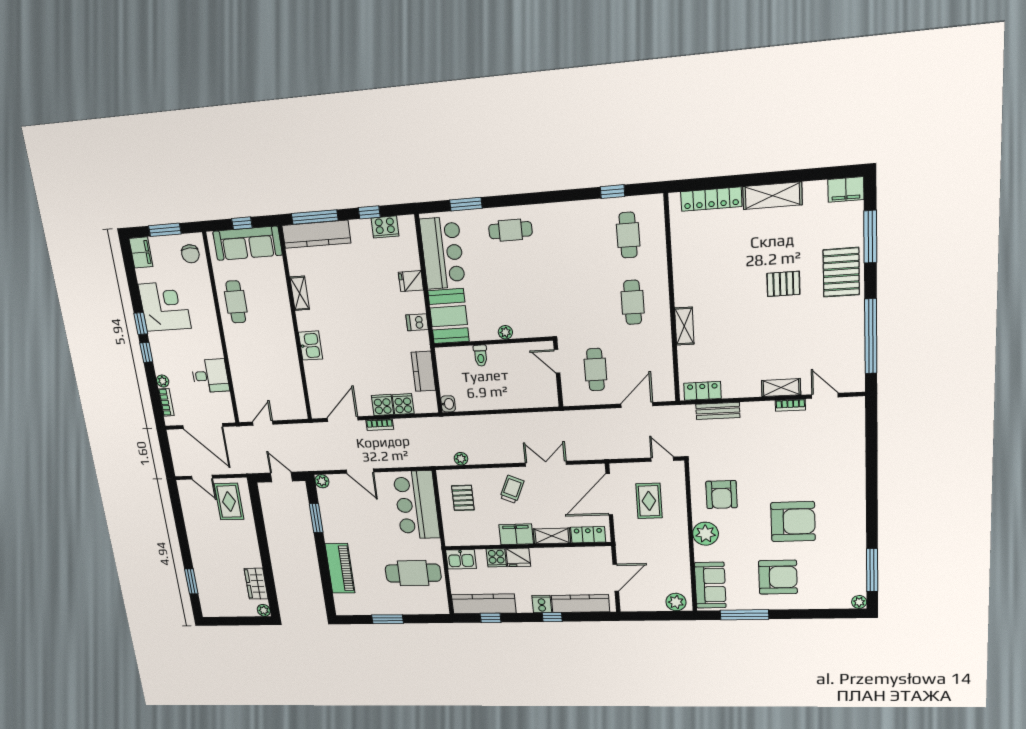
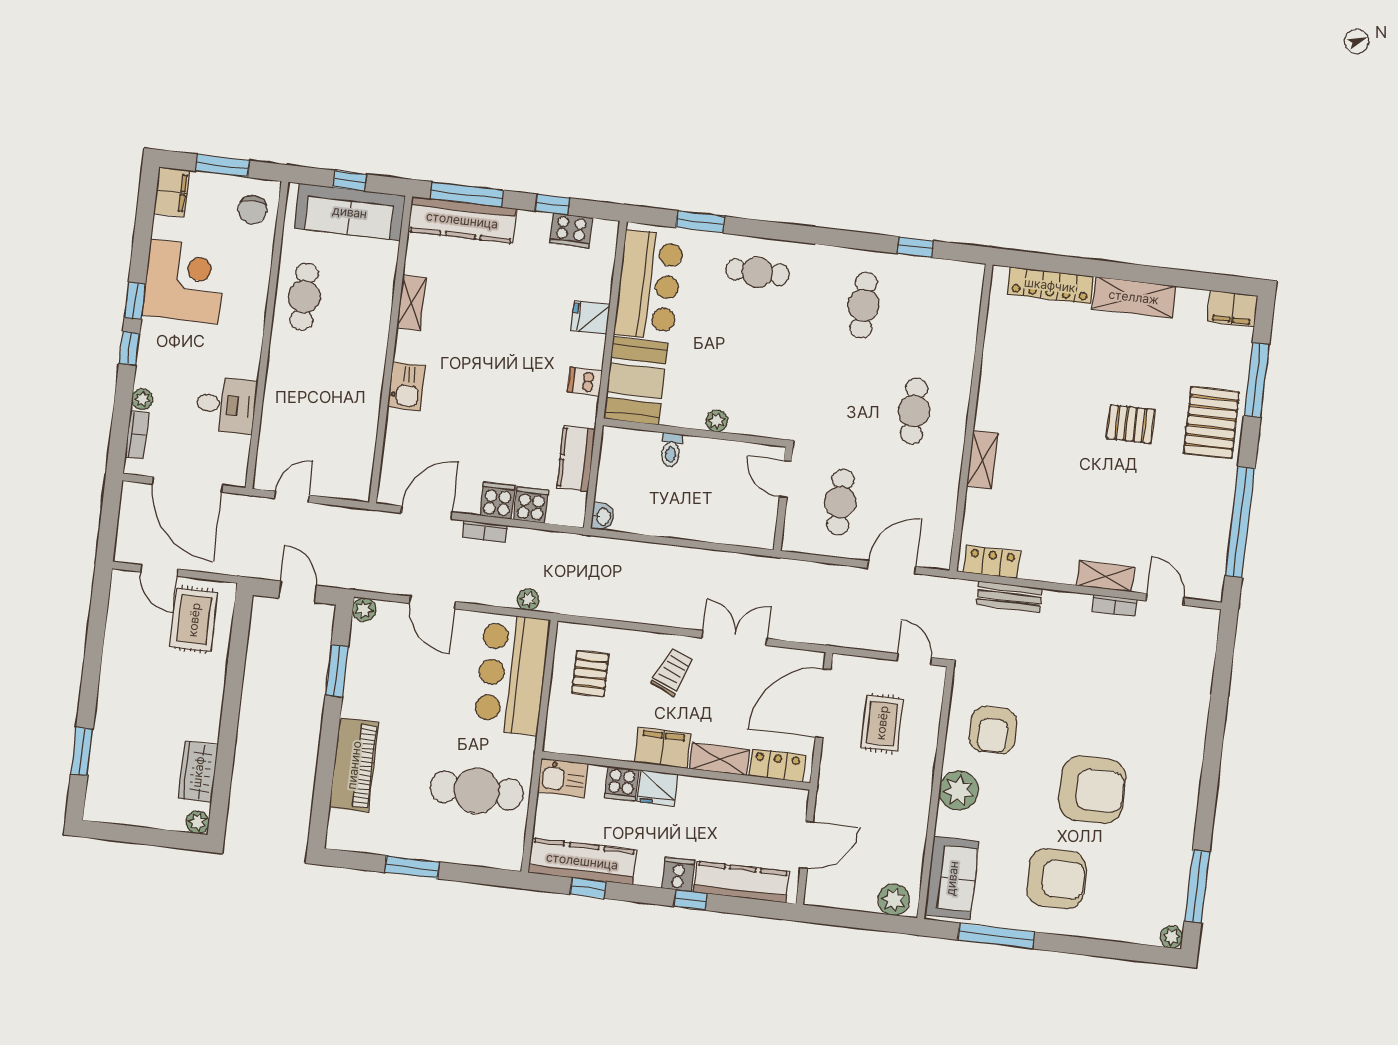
cafe table: (628, 235) -> (864, 305), moved
plant: (461, 459) -> (528, 600), moved

